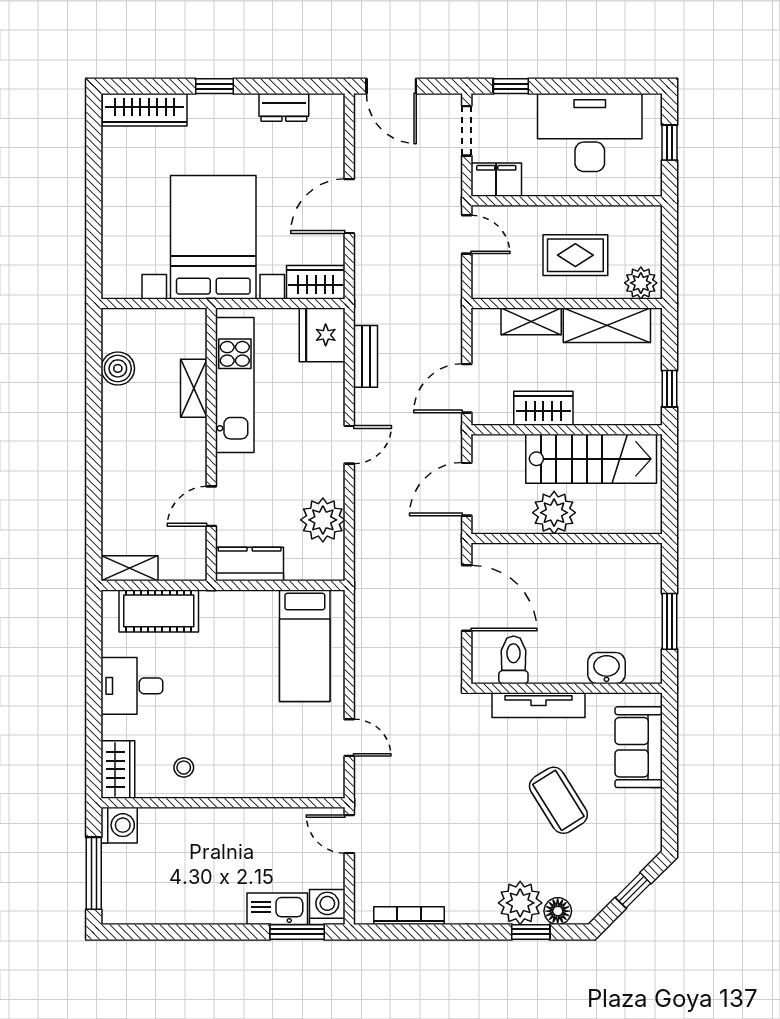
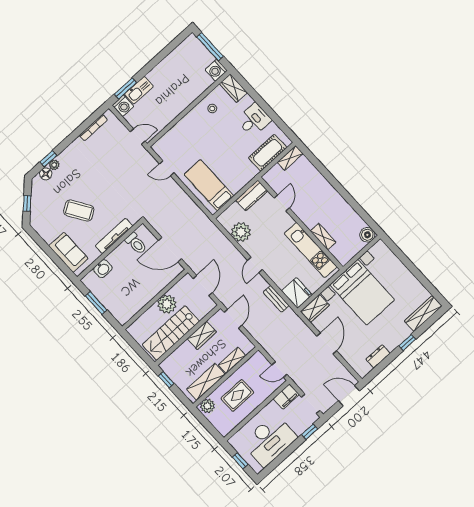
boiler: (118, 368) -> (367, 235), moved
plant: (520, 903) -> (54, 165), width x0.53, depth x0.53

